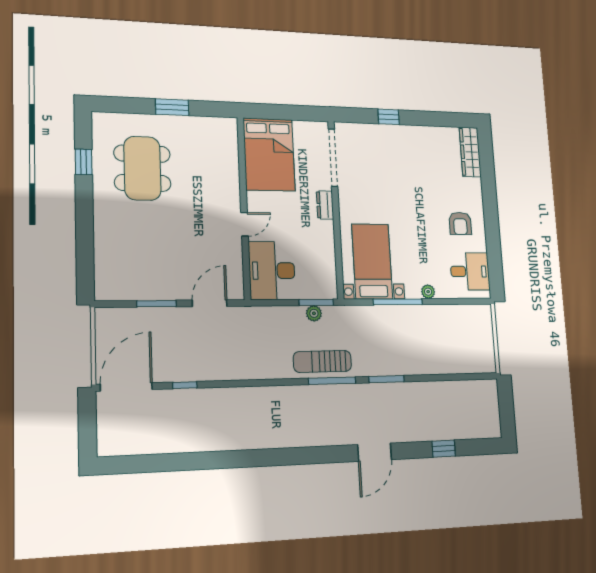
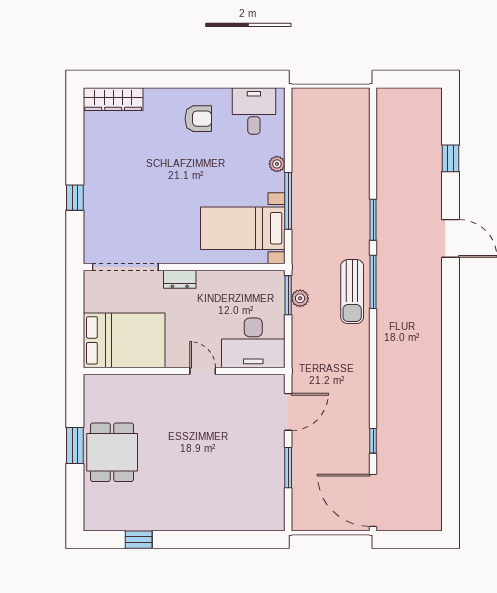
dining table: (142, 168) -> (112, 452), moved, width x0.73
door: (210, 303) -> (288, 412), swing flipped

